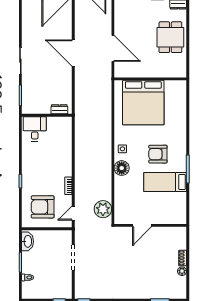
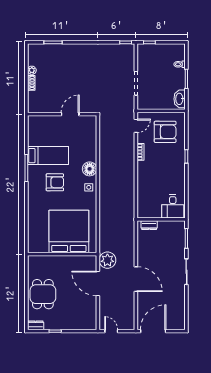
plant: (103, 209) -> (107, 260), moved

